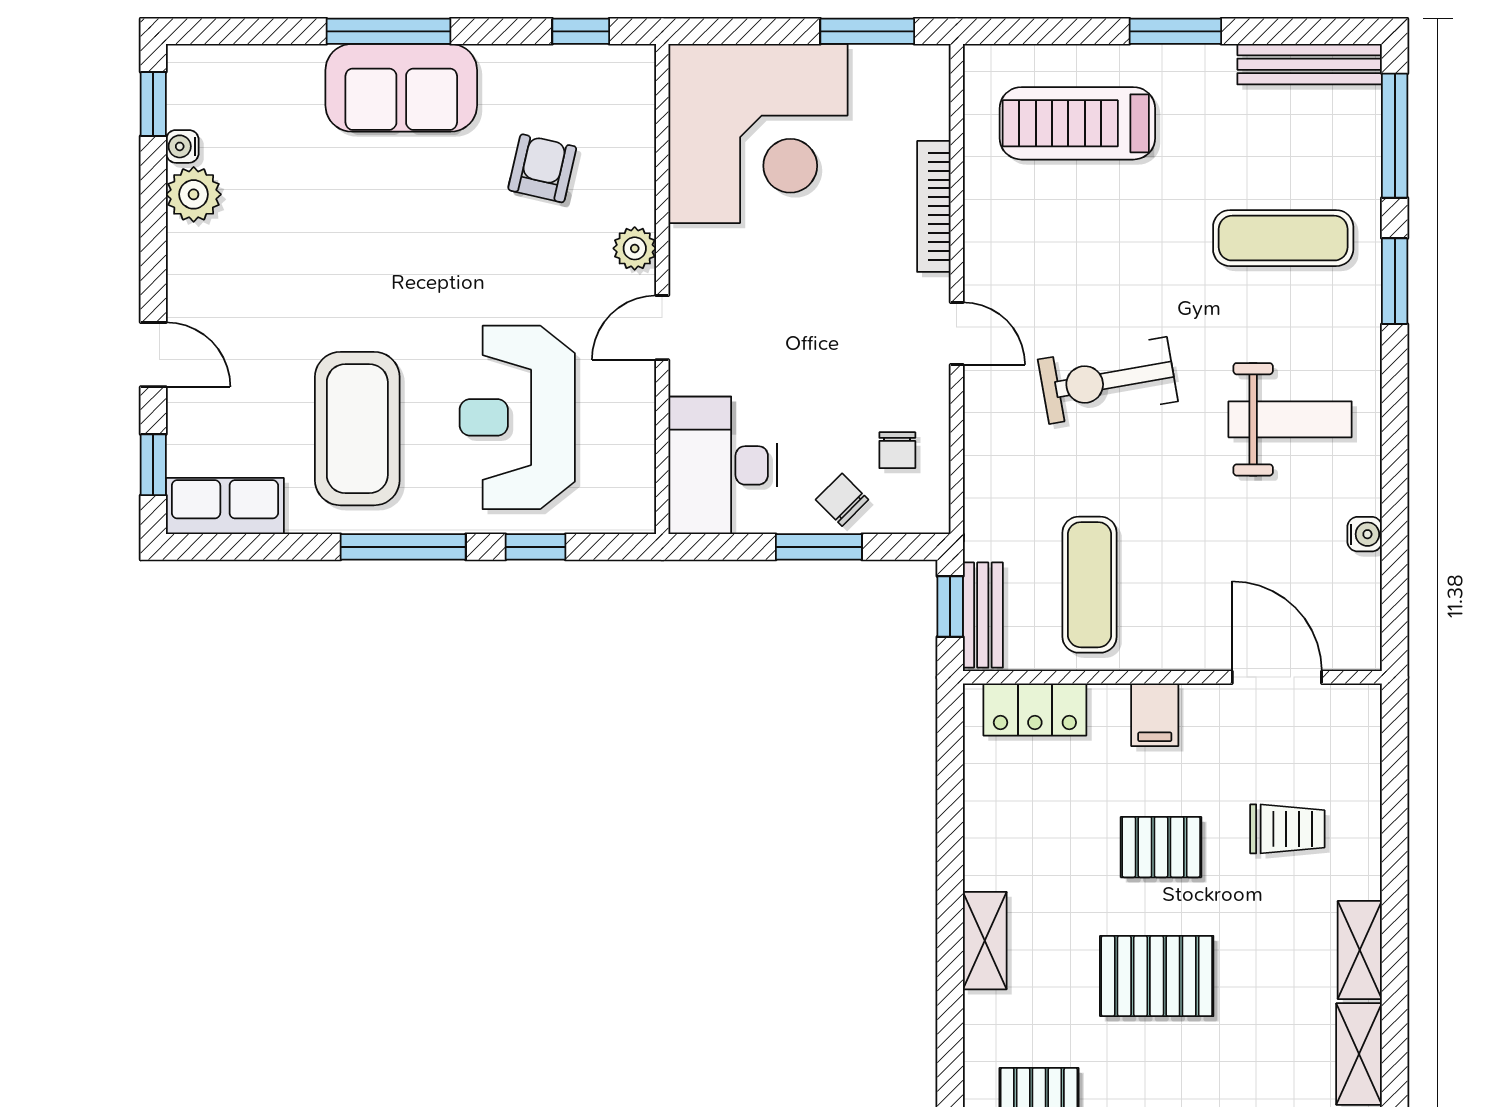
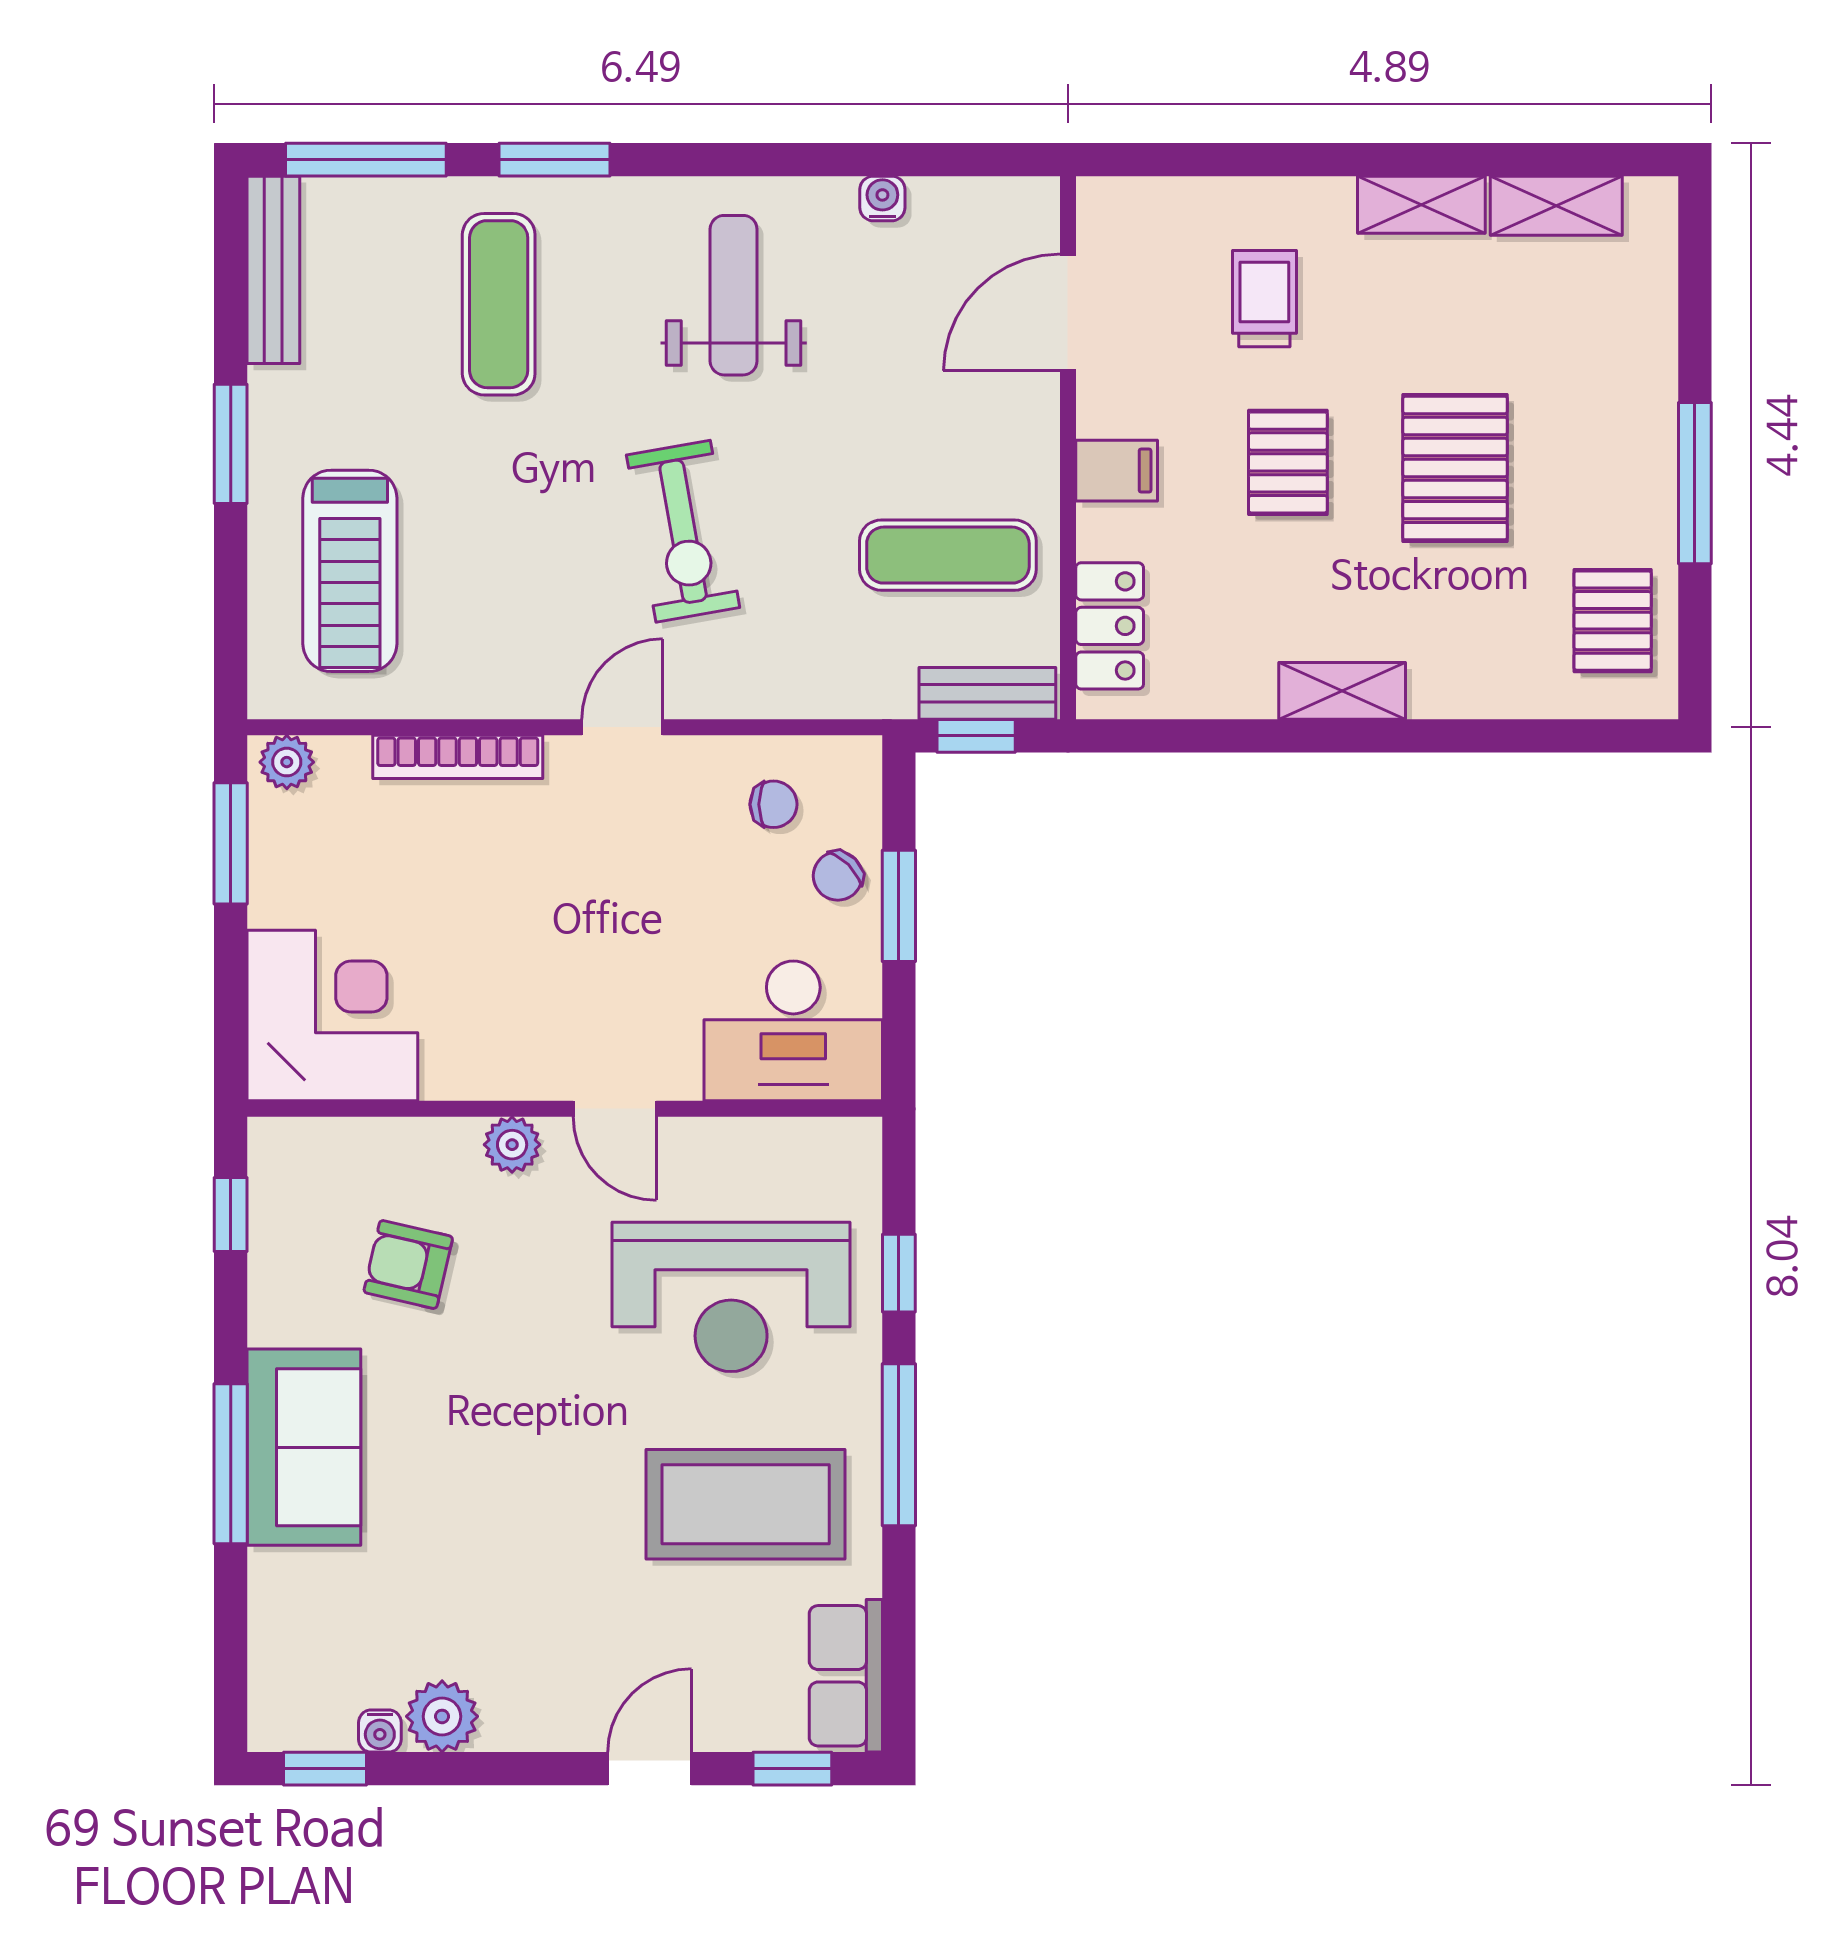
plant: (930, 75) -> (287, 762), added
corner desk: (758, 134) -> (332, 1016), width x0.74, depth x0.74
shelving: (985, 941) -> (1342, 691), moved

